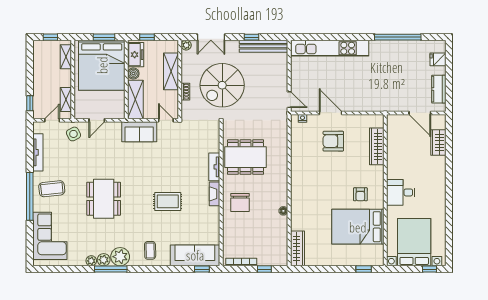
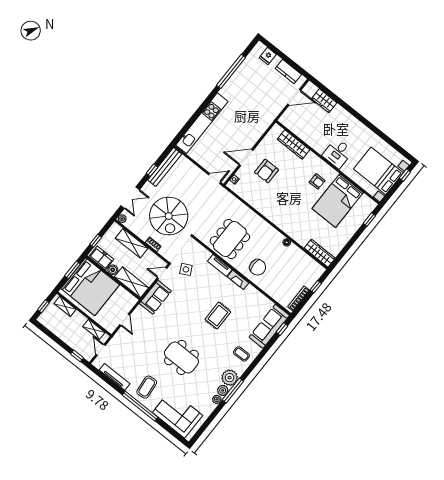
side table: (73, 134) -> (186, 269), moved

